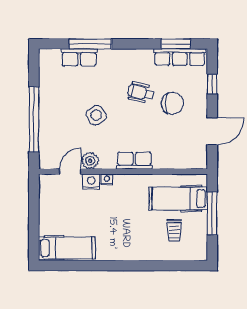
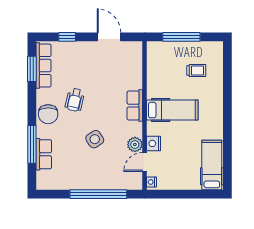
chair: (172, 103) -> (48, 114), moved, turned 180
door: (70, 172) -> (144, 162), hinge flipped
nightstand: (107, 180) -> (151, 182), moved
hospital bed: (178, 199) -> (172, 110), moved, turned -90

